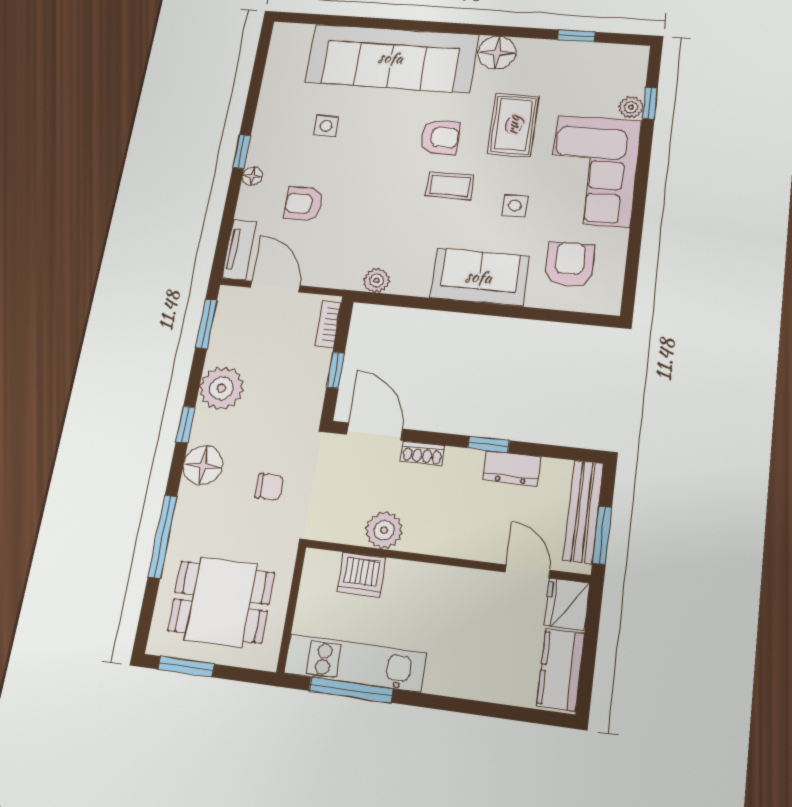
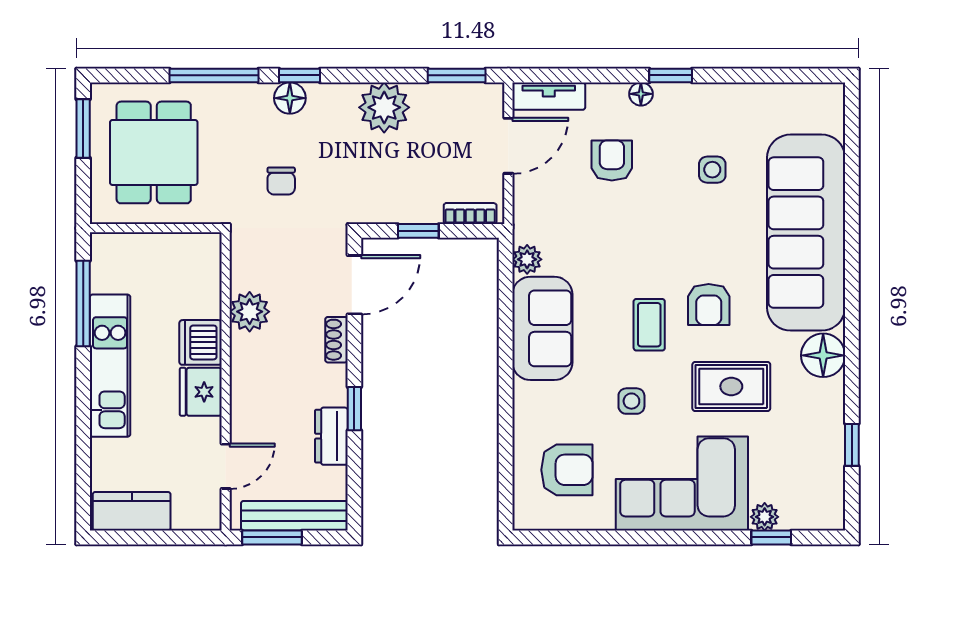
sofa: (479, 277) -> (542, 328), moved
window: (186, 424) -> (299, 75), moved
floor lamp: (203, 465) -> (290, 98), width x0.73, depth x0.73
dishwasher: (362, 575) -> (200, 342), moved
fridge: (567, 604) -> (201, 392), moved, turned -90
kitchen unit: (355, 663) -> (110, 366), moved

